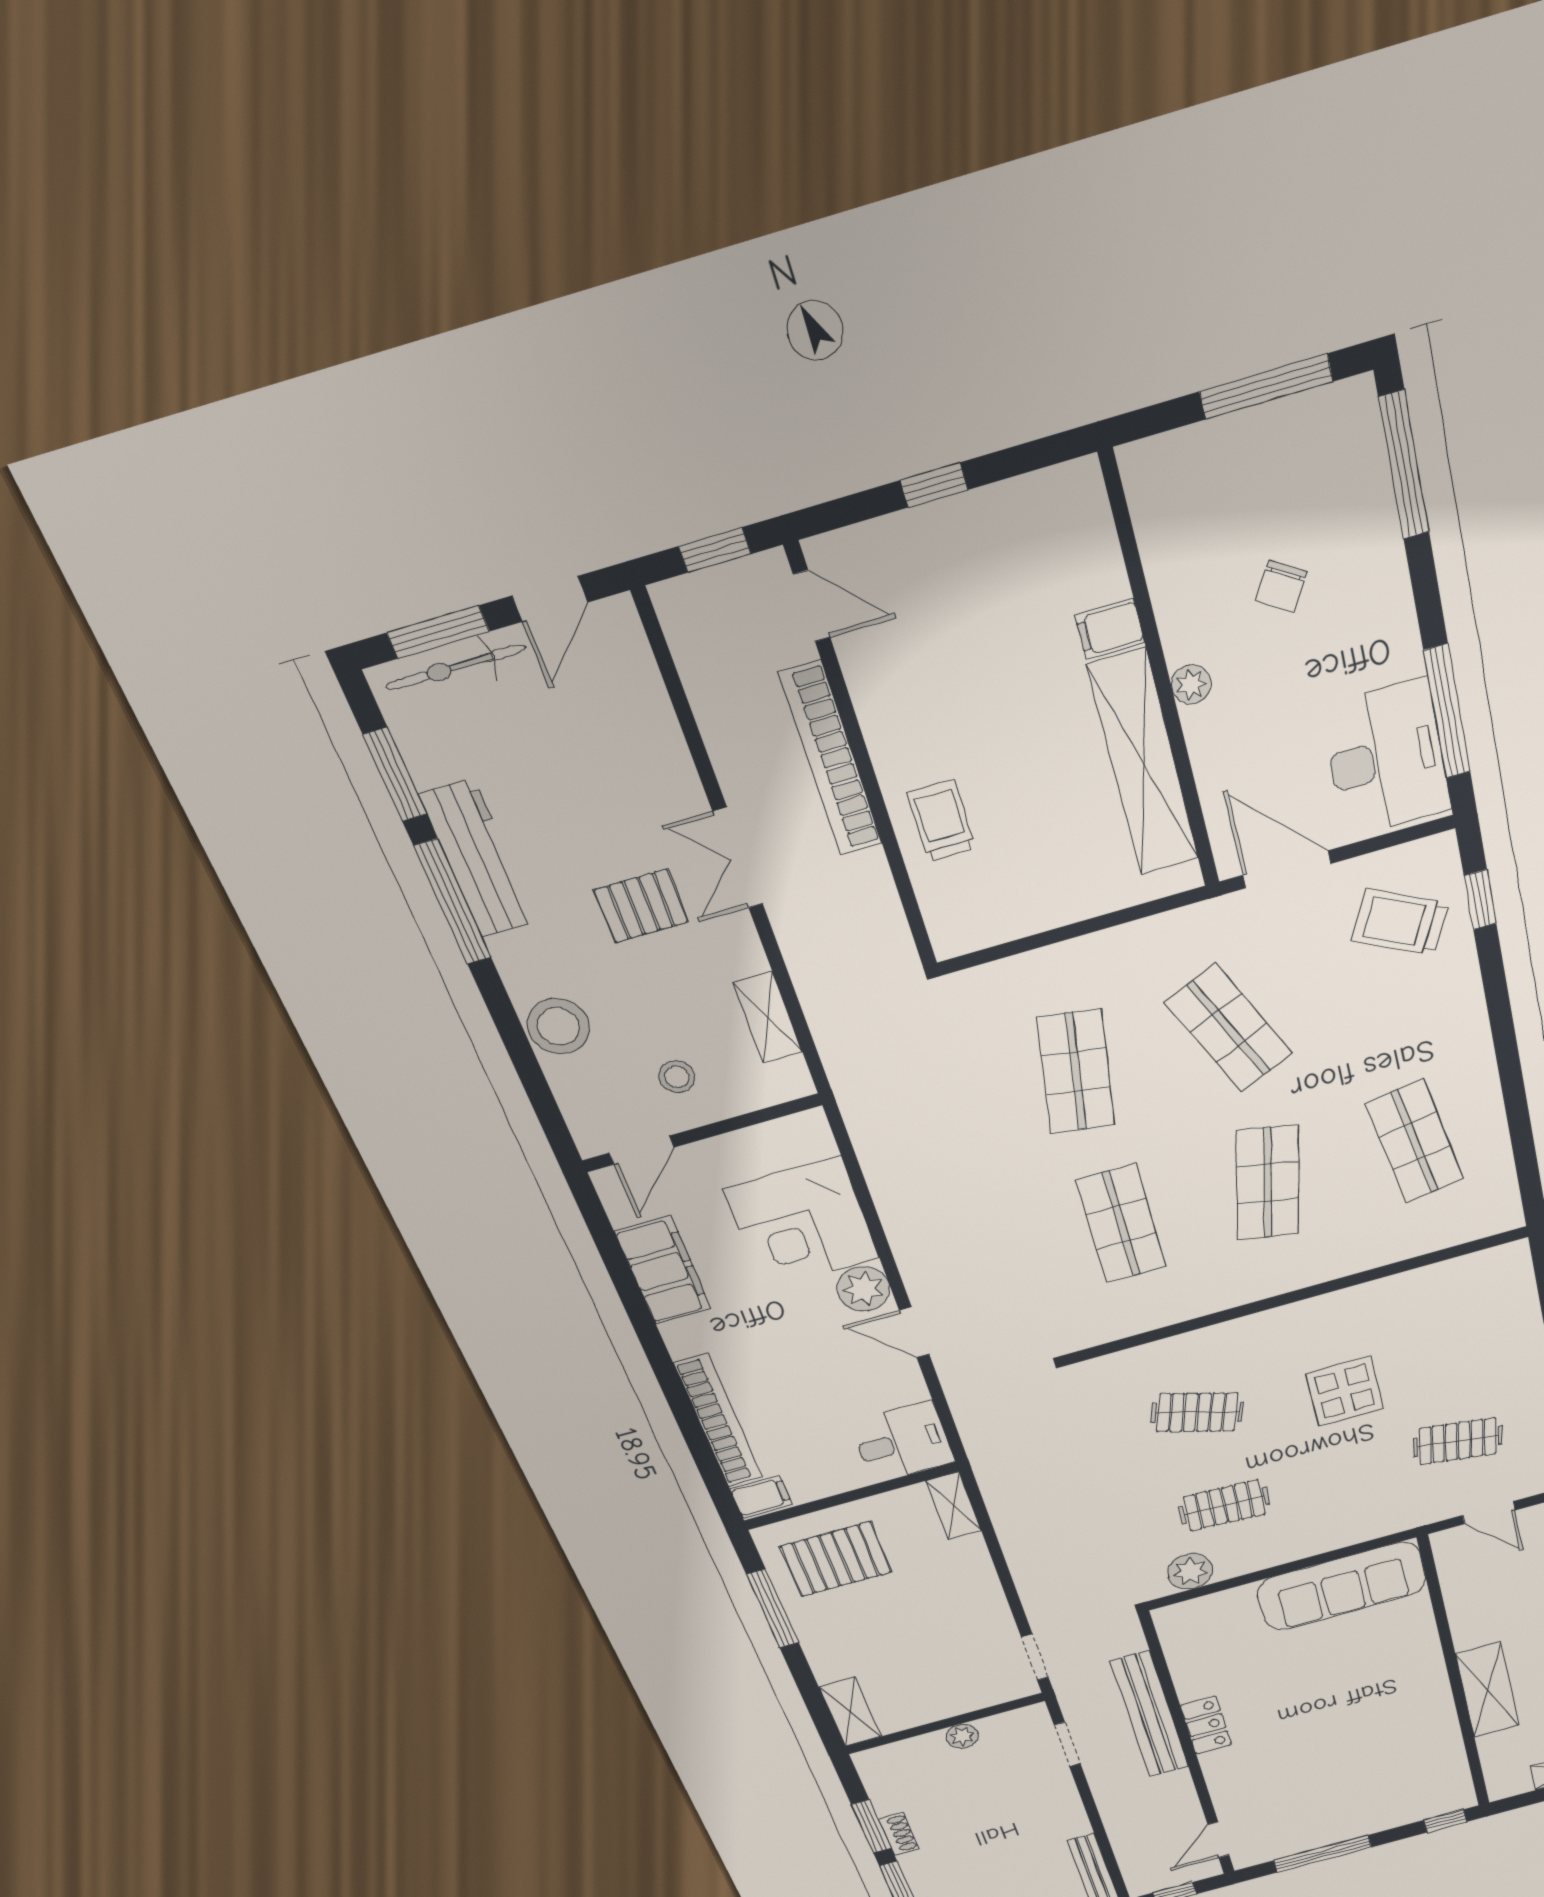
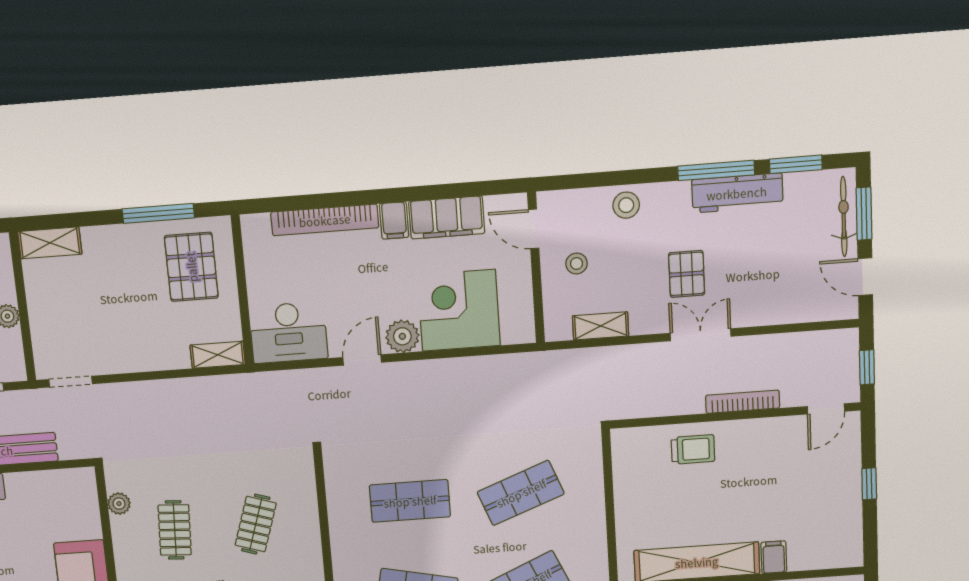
bookcase: (831, 759) -> (743, 402), width x0.68, depth x0.76
stool: (558, 1026) -> (626, 205), width x0.73, depth x0.73
shop shelf: (1076, 1072) -> (521, 493), turned -30
desk: (902, 1442) -> (288, 333), width x1.37
filing cabinet: (761, 1497) -> (394, 220), moved
plant: (1190, 1572) -> (119, 504), width x0.73, depth x0.73

